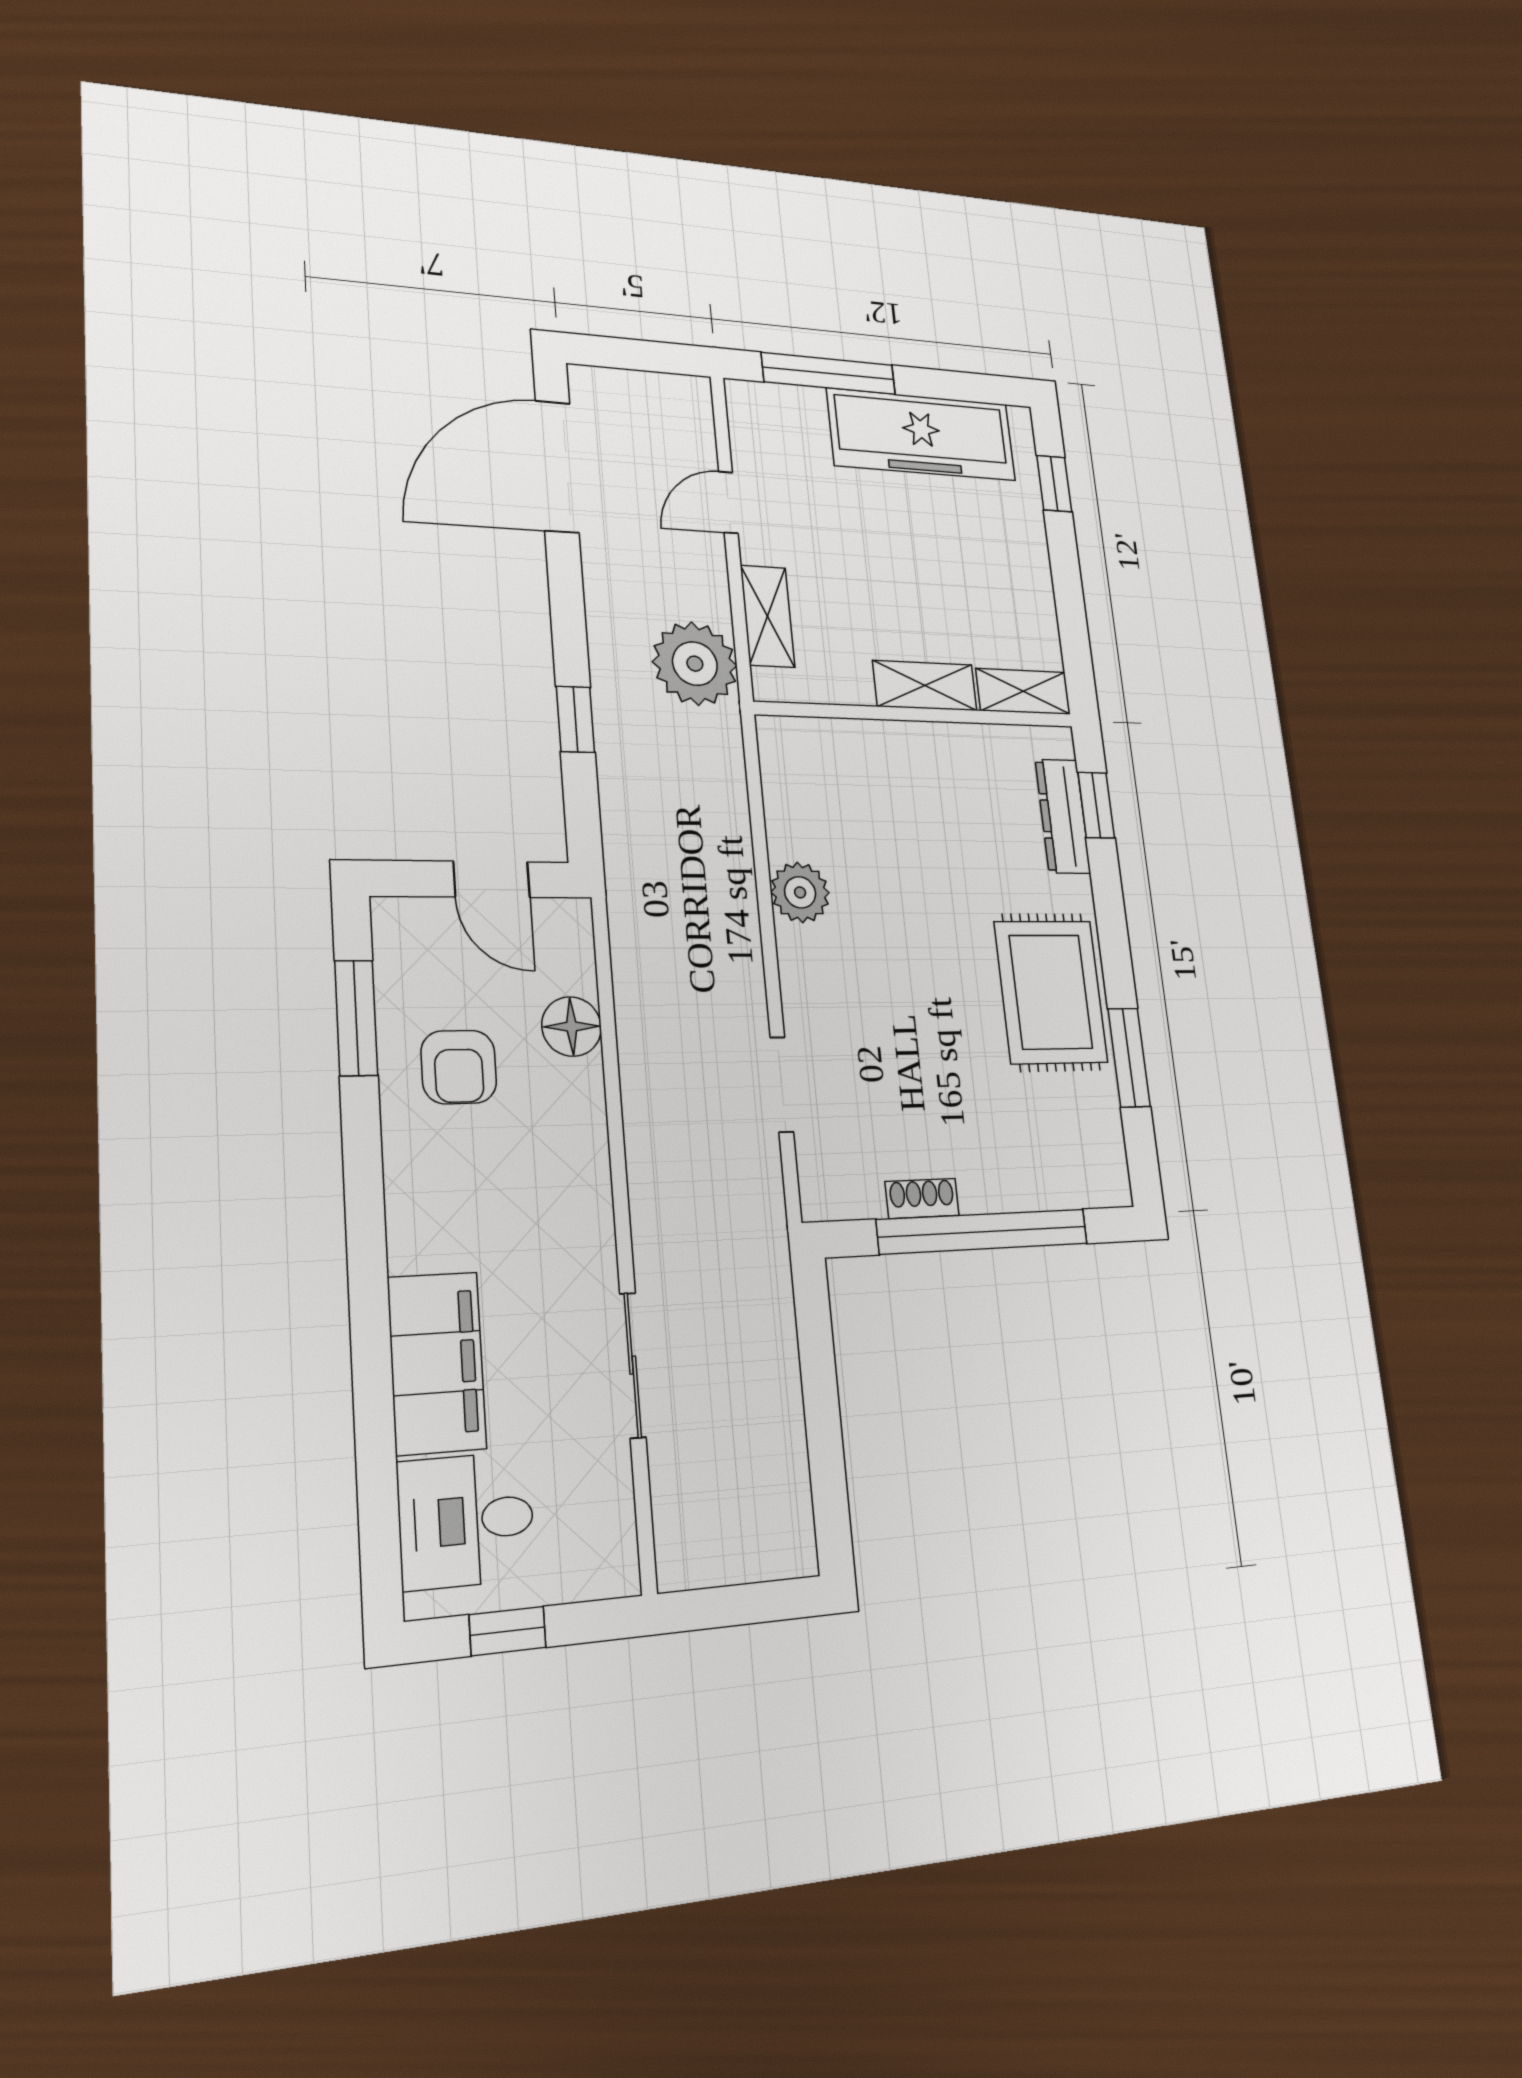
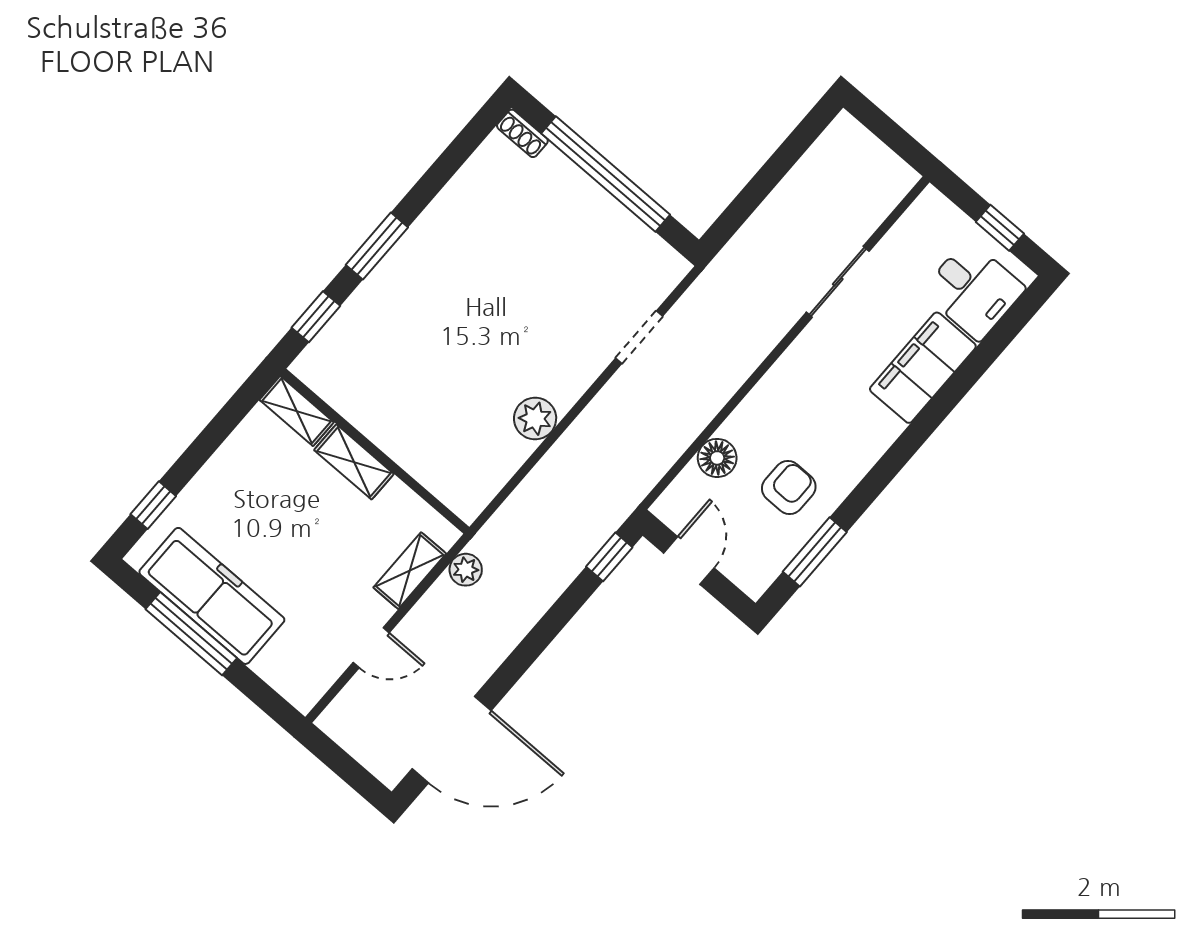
window: (829, 373) -> (191, 634), moved
plant: (695, 664) -> (466, 570), width x0.53, depth x0.53
window: (575, 719) -> (609, 557), moved
dresser: (1063, 816) -> (343, 328), removed
rug: (1051, 992) -> (446, 249), removed
window: (1129, 1057) -> (377, 246), moved
shoe rack: (922, 1198) -> (522, 133), moved

